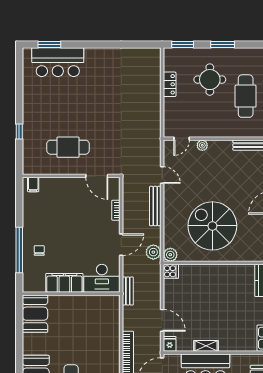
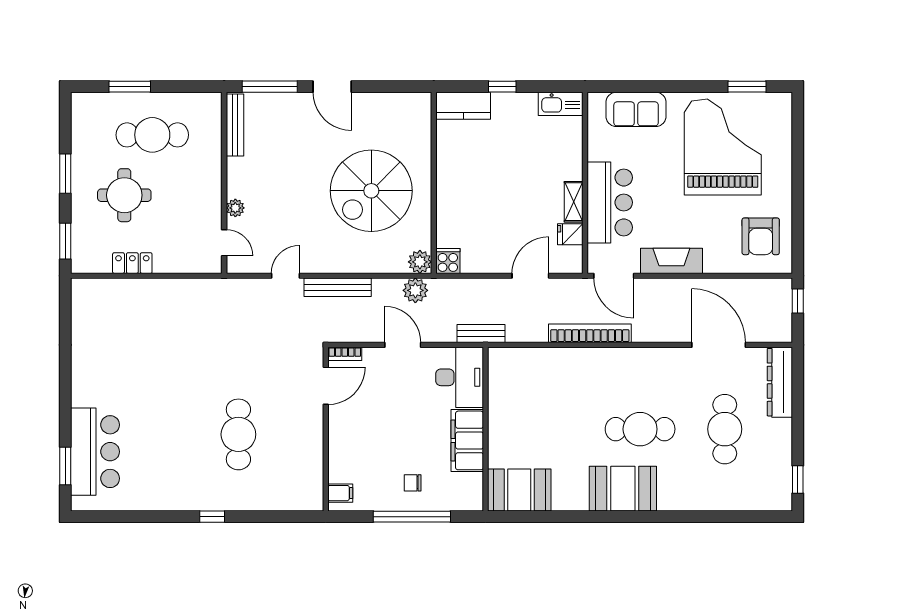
wall: (71, 176) -> (326, 429), moved
door: (97, 176) -> (326, 386), moved
filing cabinet: (33, 184) -> (340, 493), moved
fridge: (170, 344) -> (570, 234), moved

